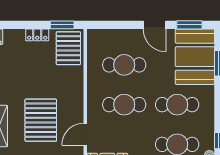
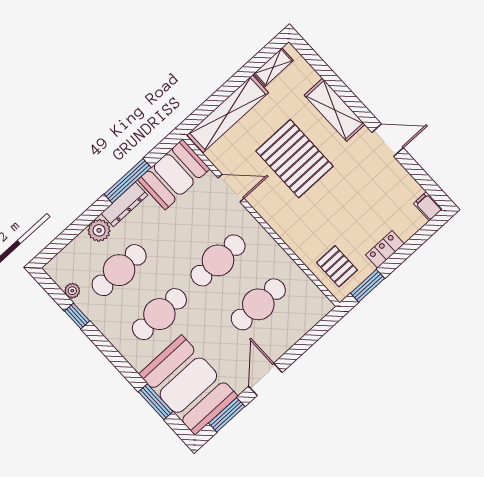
door: (154, 25) -> (265, 379), hinge flipped
pallet: (68, 48) -> (337, 266), width x0.67, depth x0.71
door: (85, 134) -> (231, 188), hinge flipped

